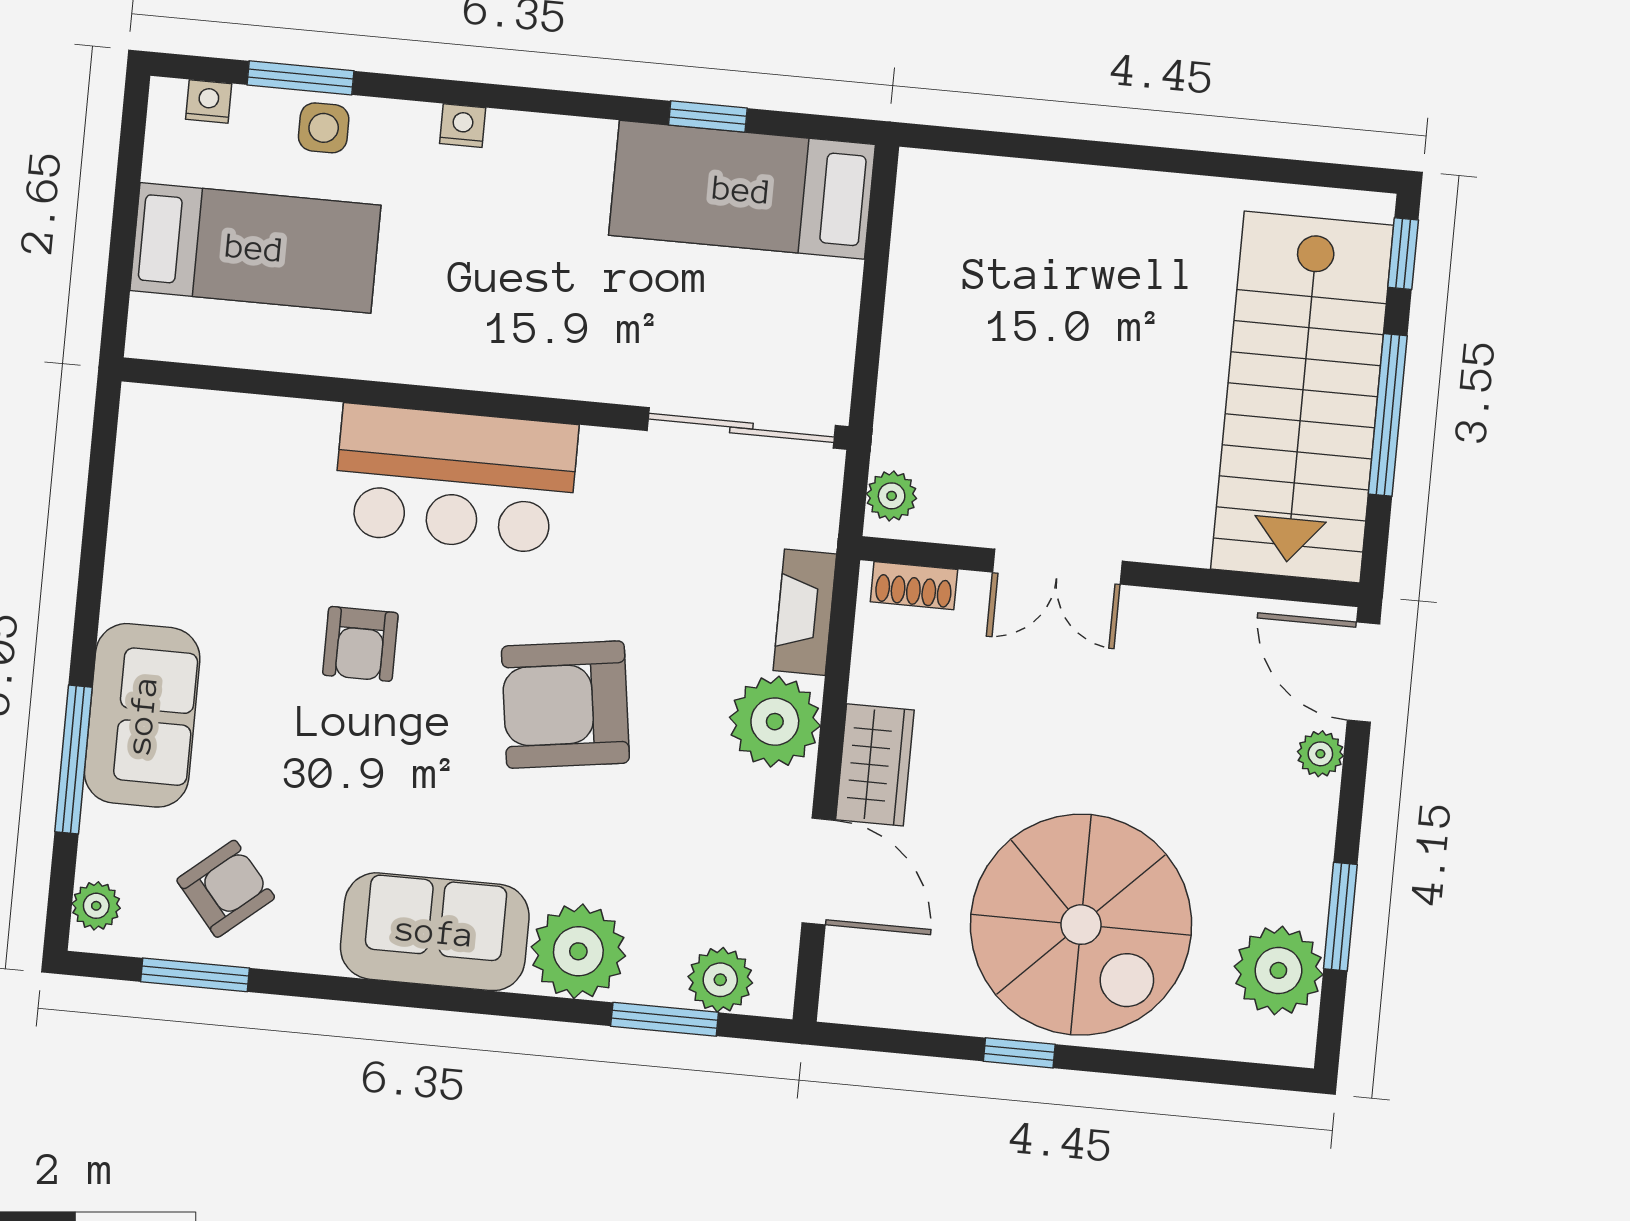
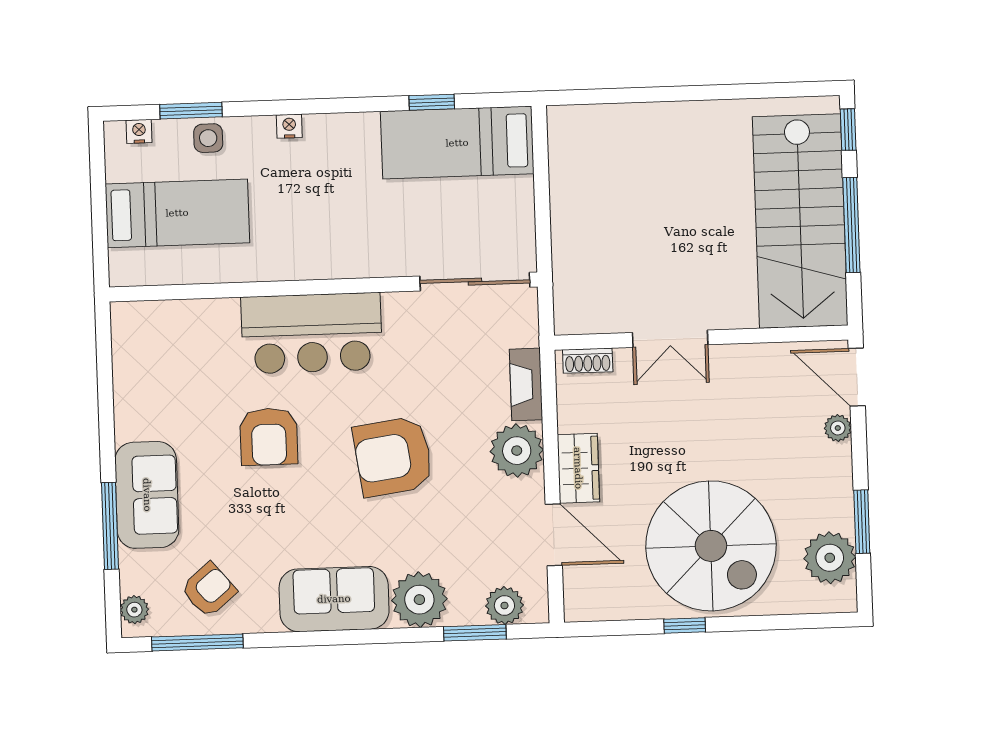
plant: (892, 496) -> (568, 310), removed
armchair: (360, 644) -> (269, 437), width x1.38, depth x1.38
window: (195, 975) -> (197, 642), width x1.44

